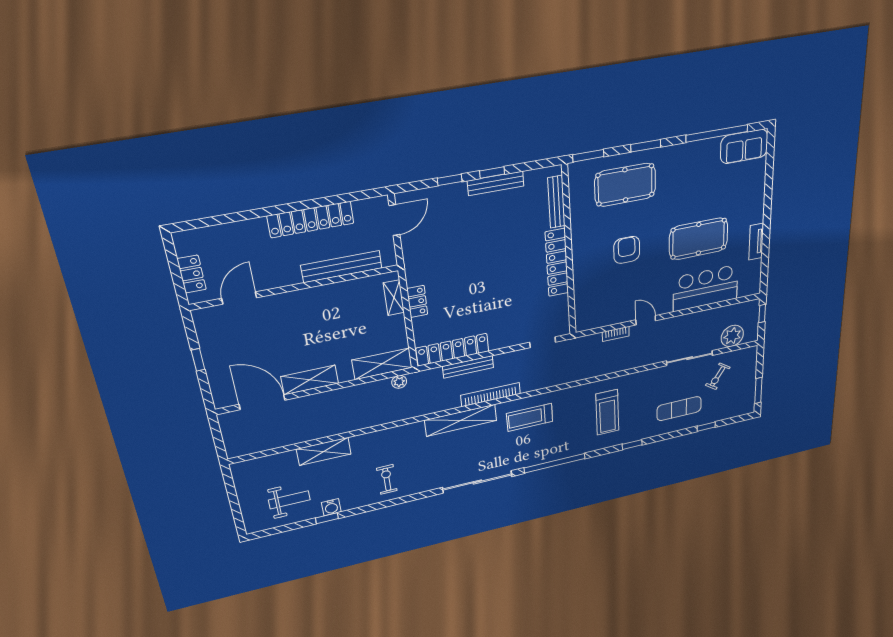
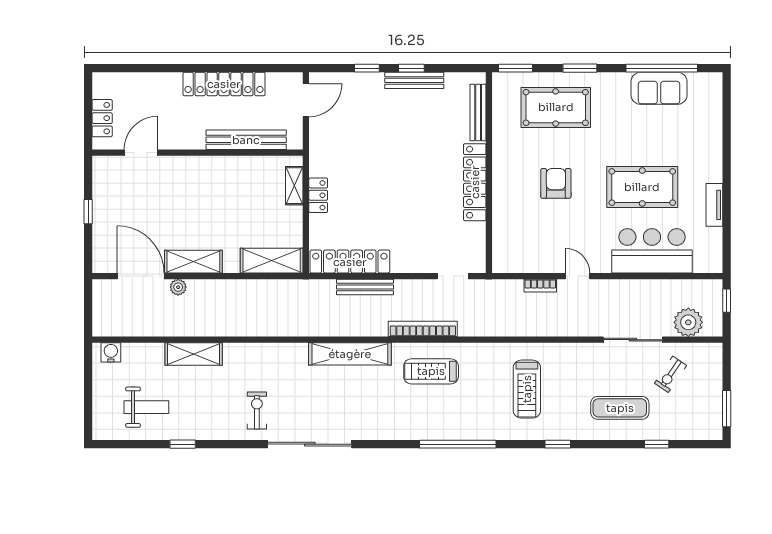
sofa: (744, 146) -> (659, 88), moved
plant: (399, 382) -> (178, 287), moved
bookcase: (491, 395) -> (423, 329), moved
sliding door: (477, 482) -> (310, 444), moved
water cooler: (331, 507) -> (111, 352), moved, turned 180

